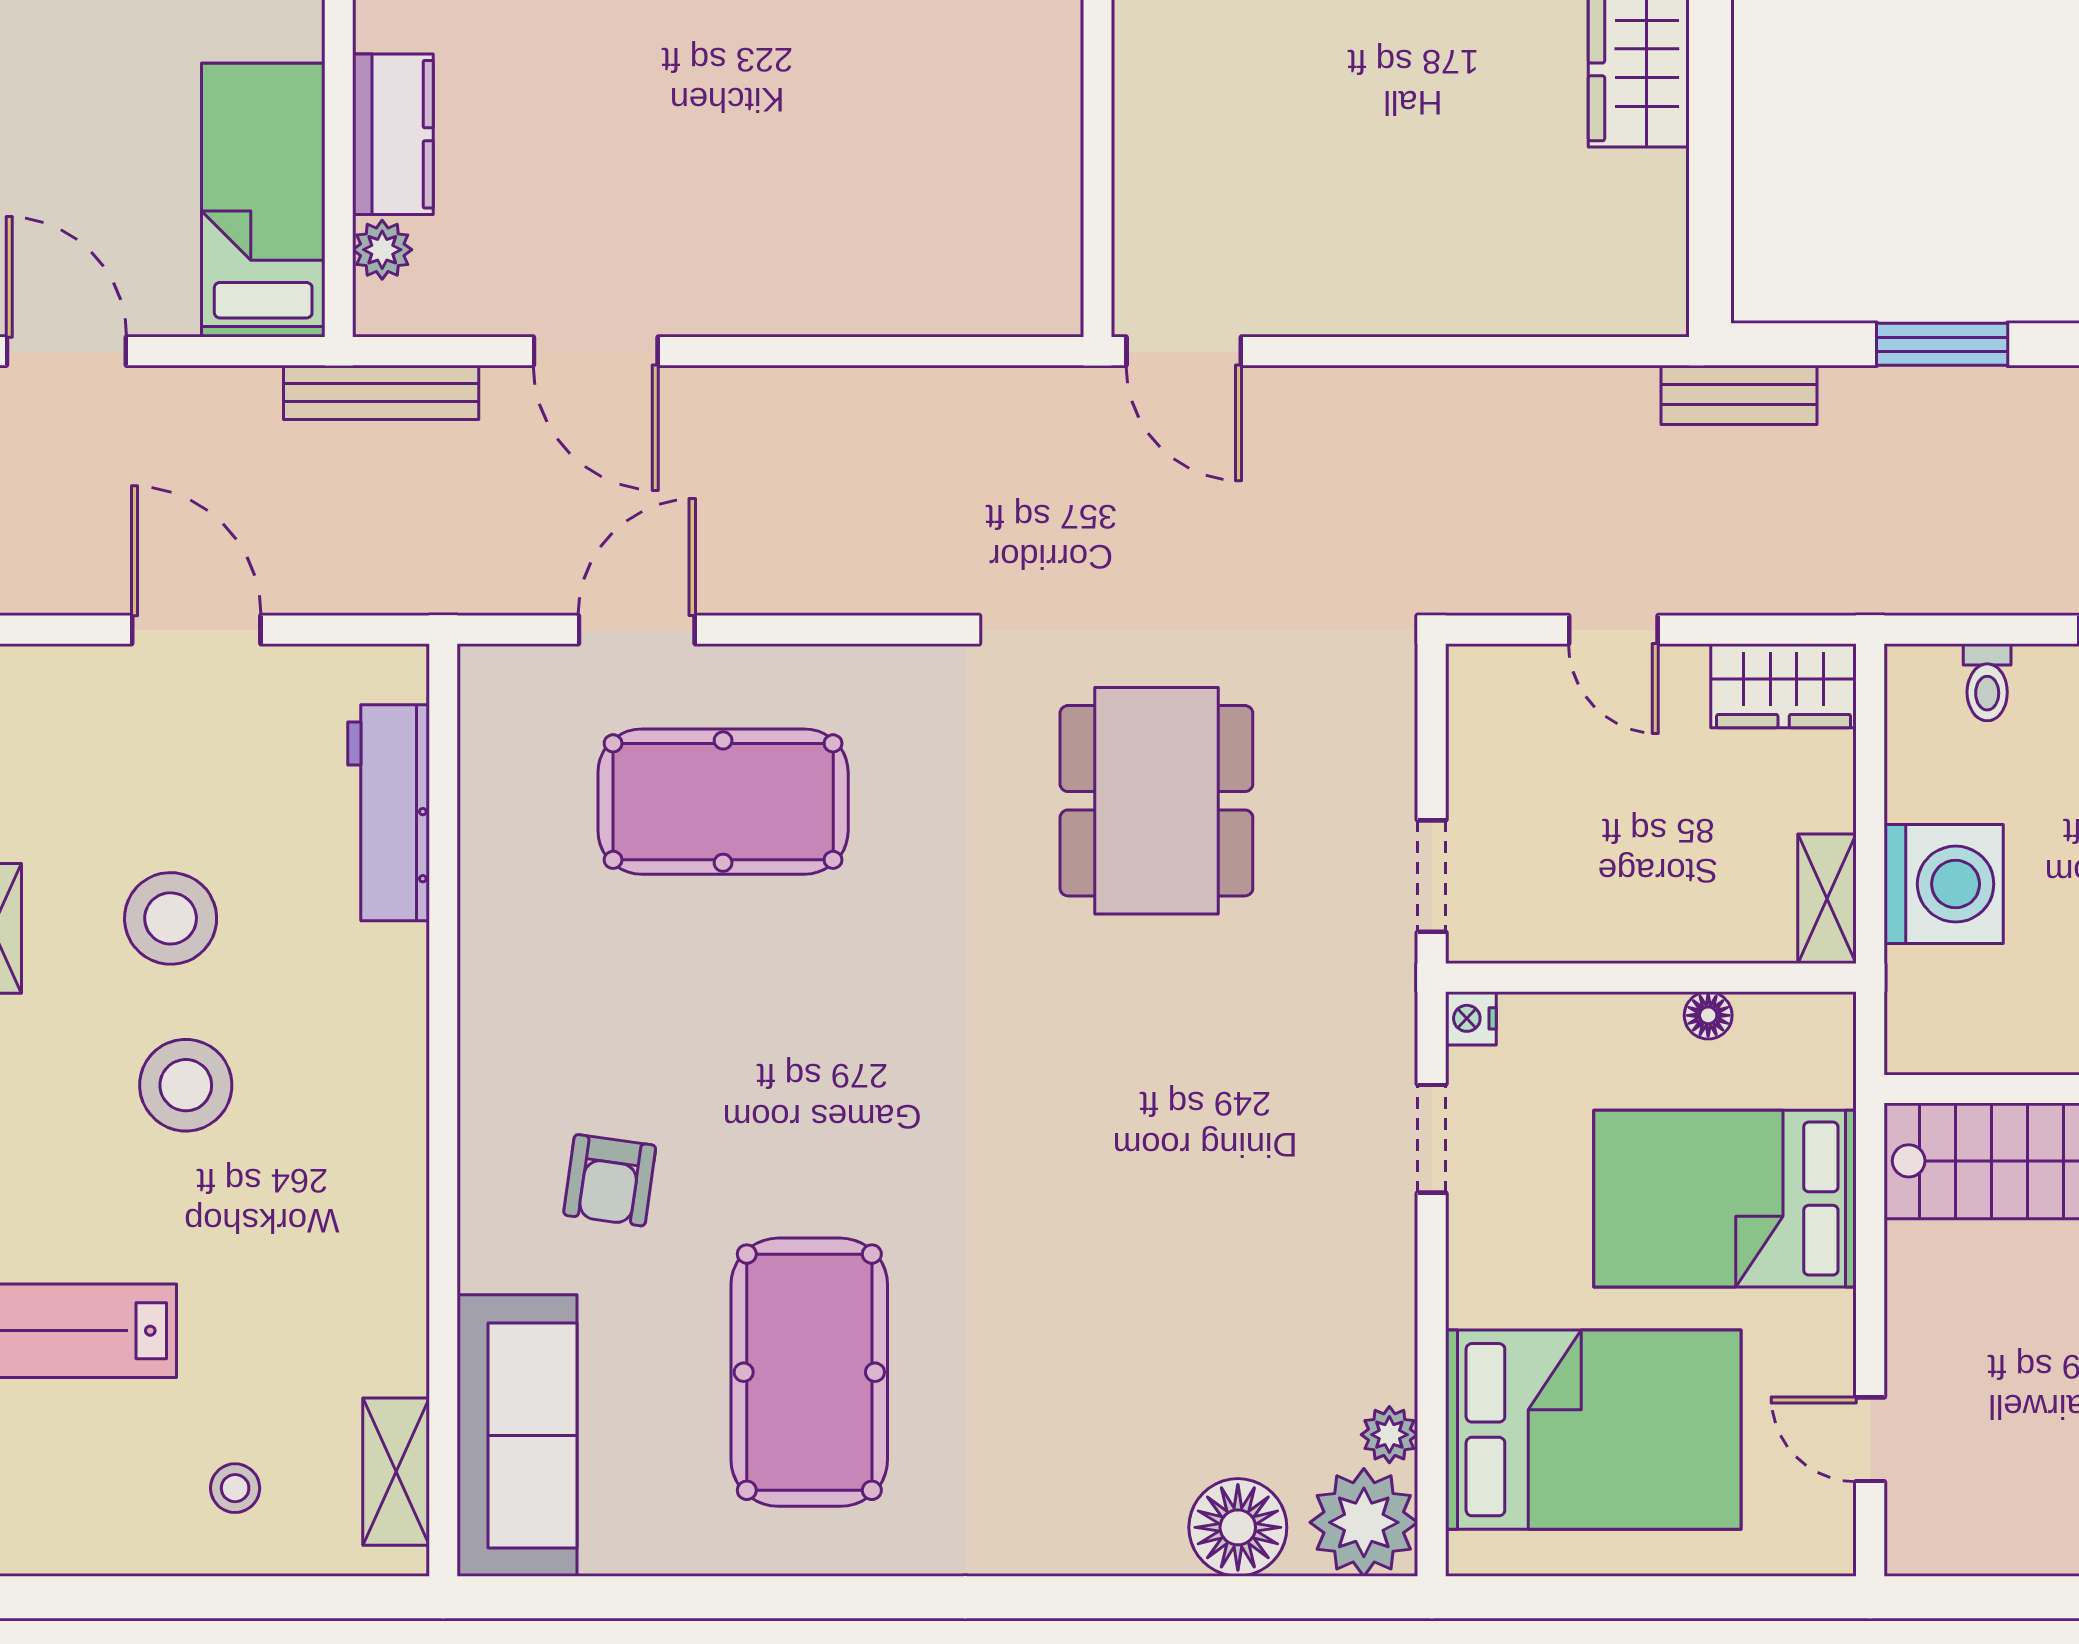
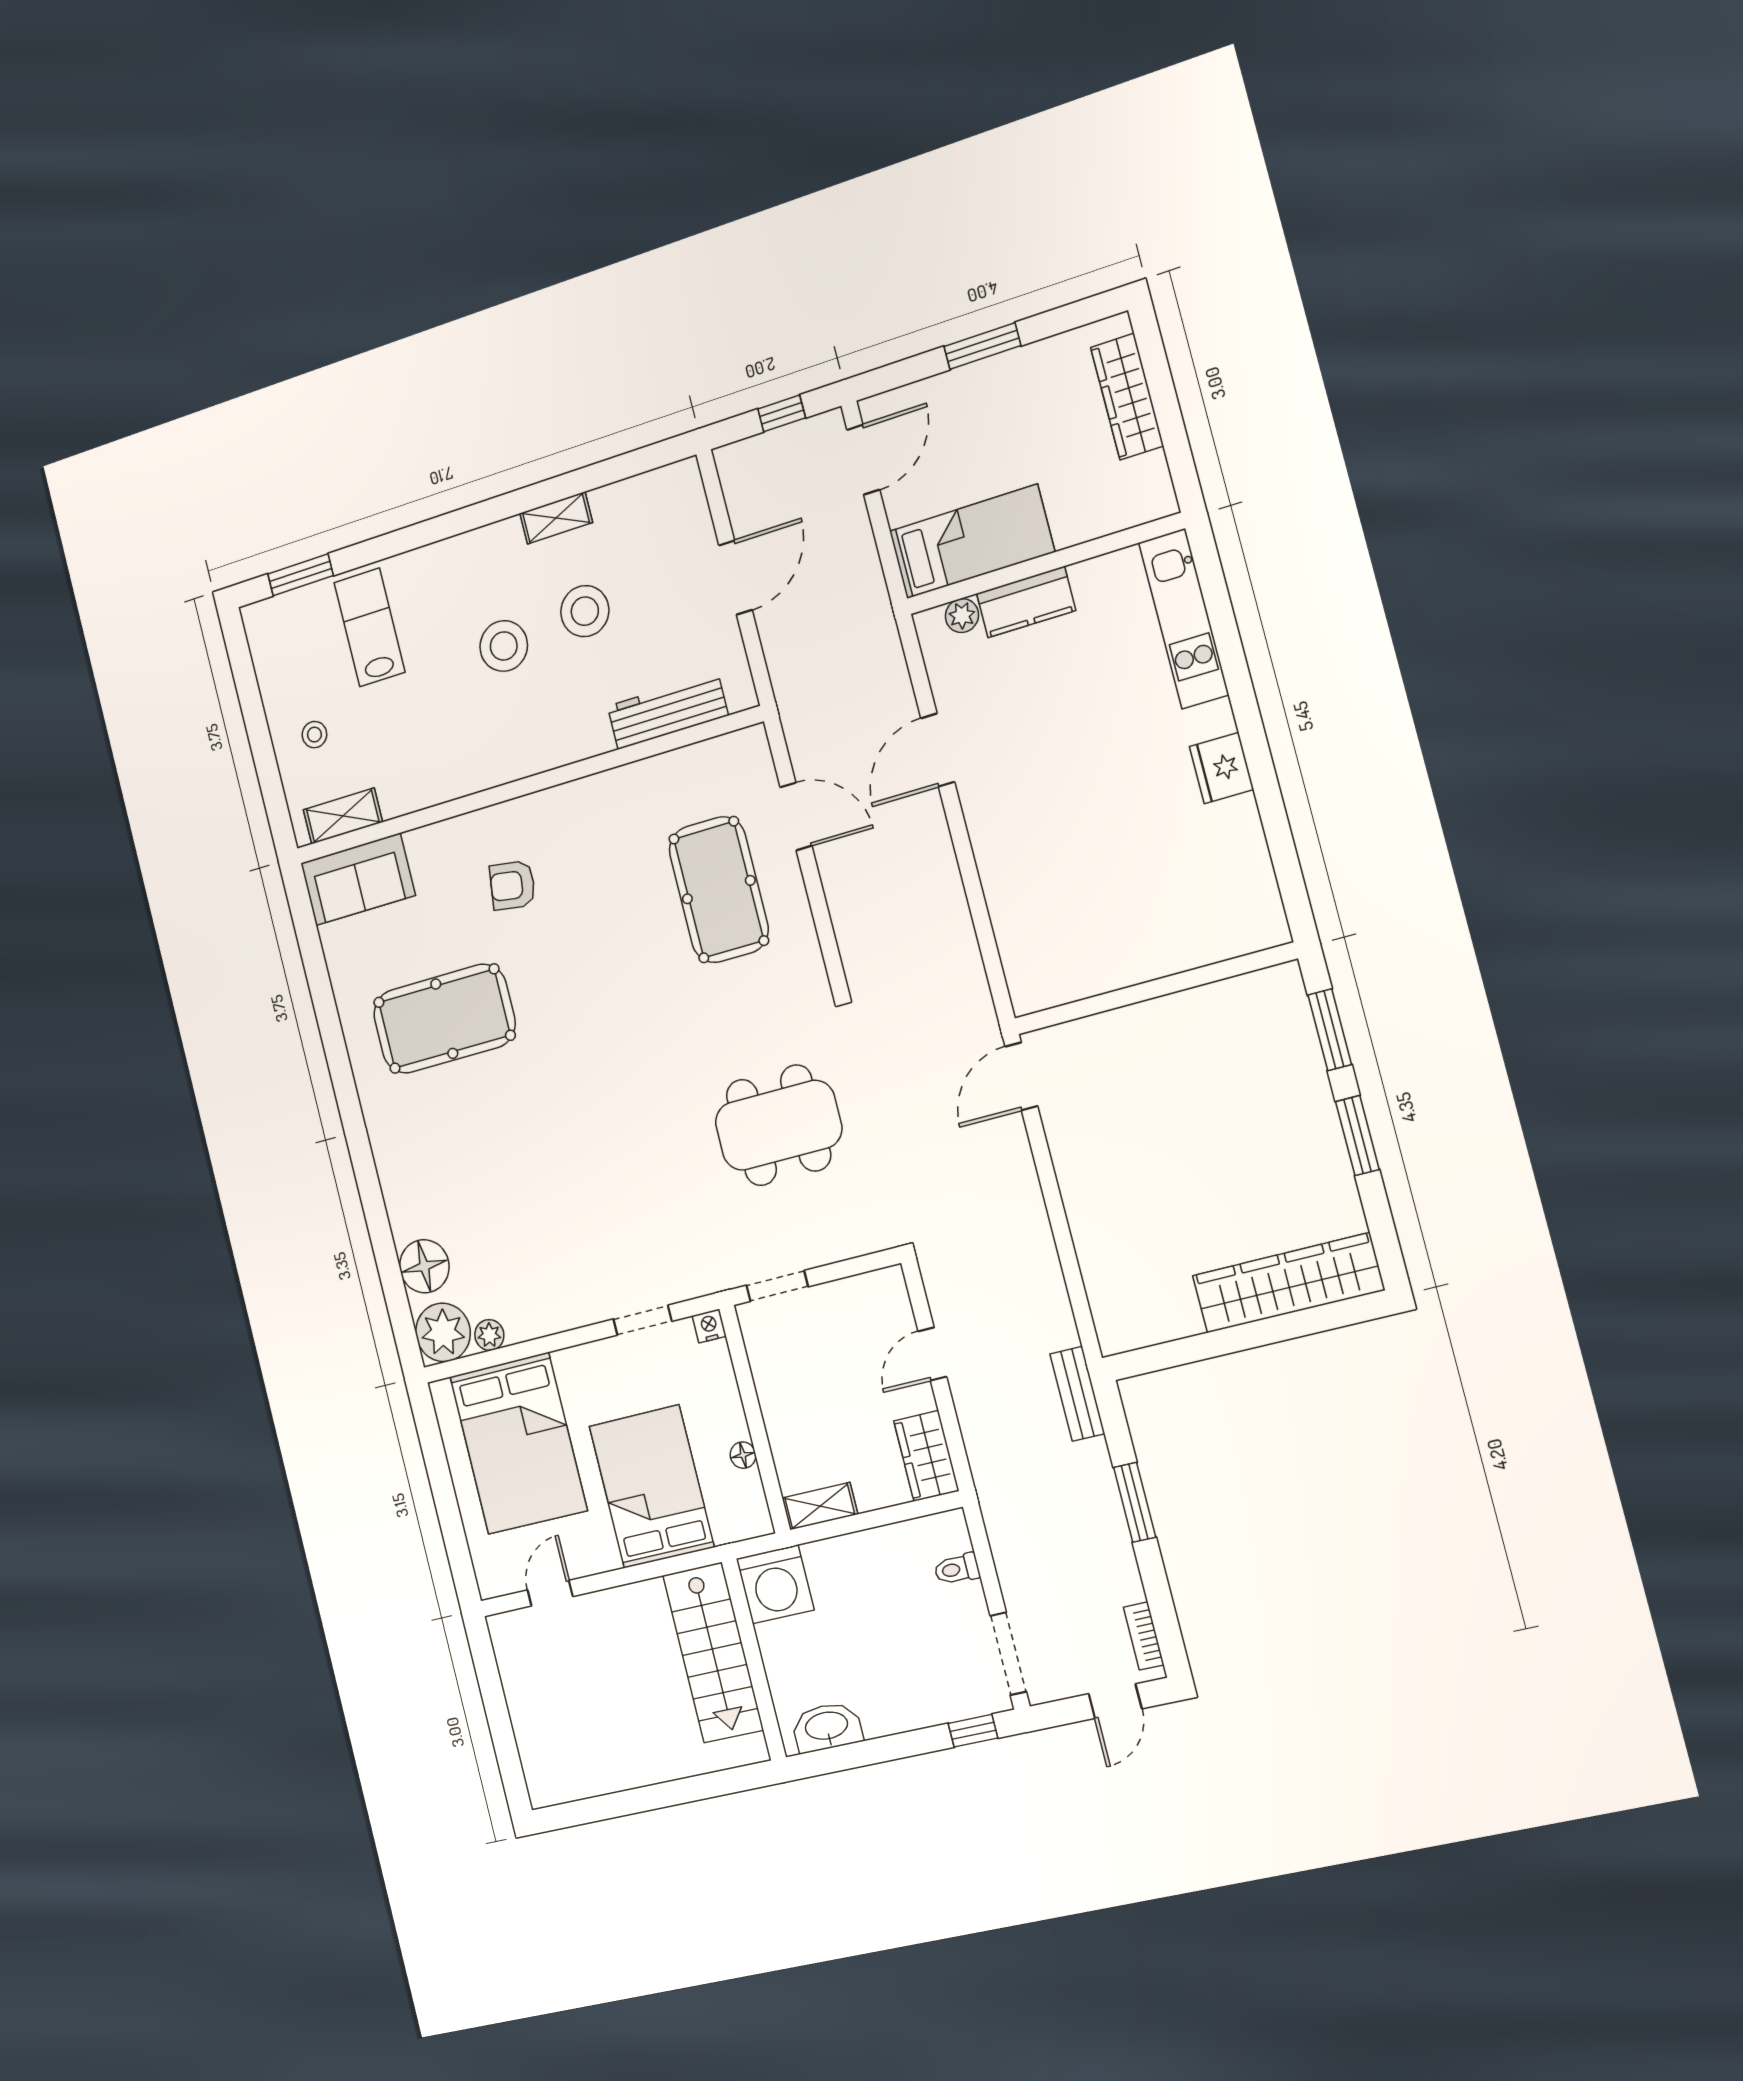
bench: (381, 392) -> (885, 639), removed
washing machine: (1944, 884) -> (775, 1584), moved
sofa: (517, 1435) -> (358, 879), width x0.73

